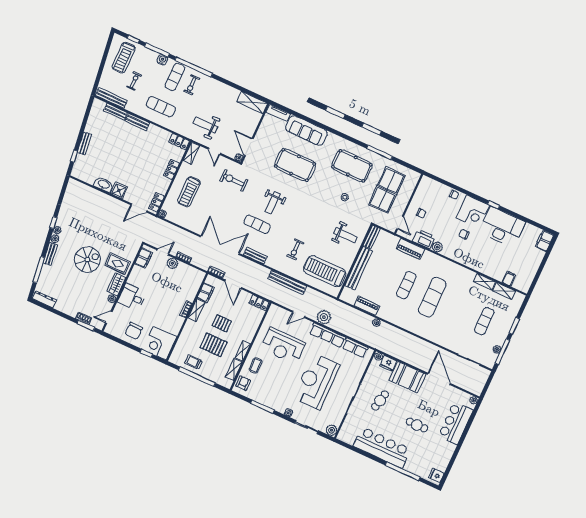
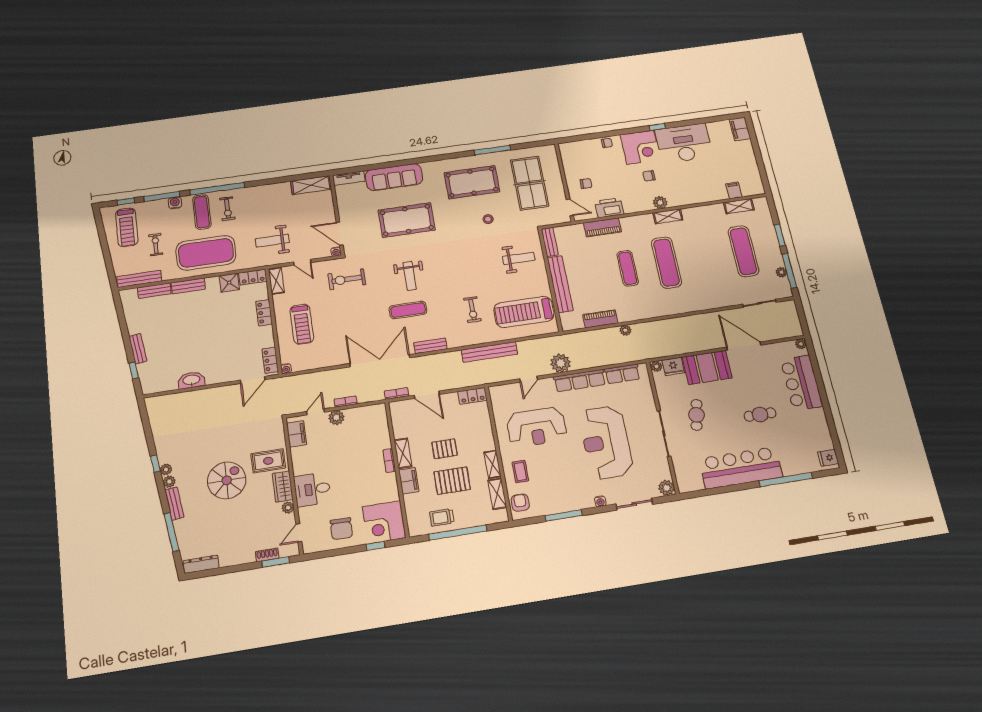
exercise mat: (161, 107) -> (206, 253), width x2.00, depth x1.45
shower: (119, 190) -> (229, 283), moved
plant: (437, 247) -> (660, 203), moved
shelving: (484, 282) -> (668, 216), moved
filing cabinet: (206, 293) -> (409, 481), moved
exercise mat: (484, 321) -> (743, 251), width x1.36, depth x1.45

